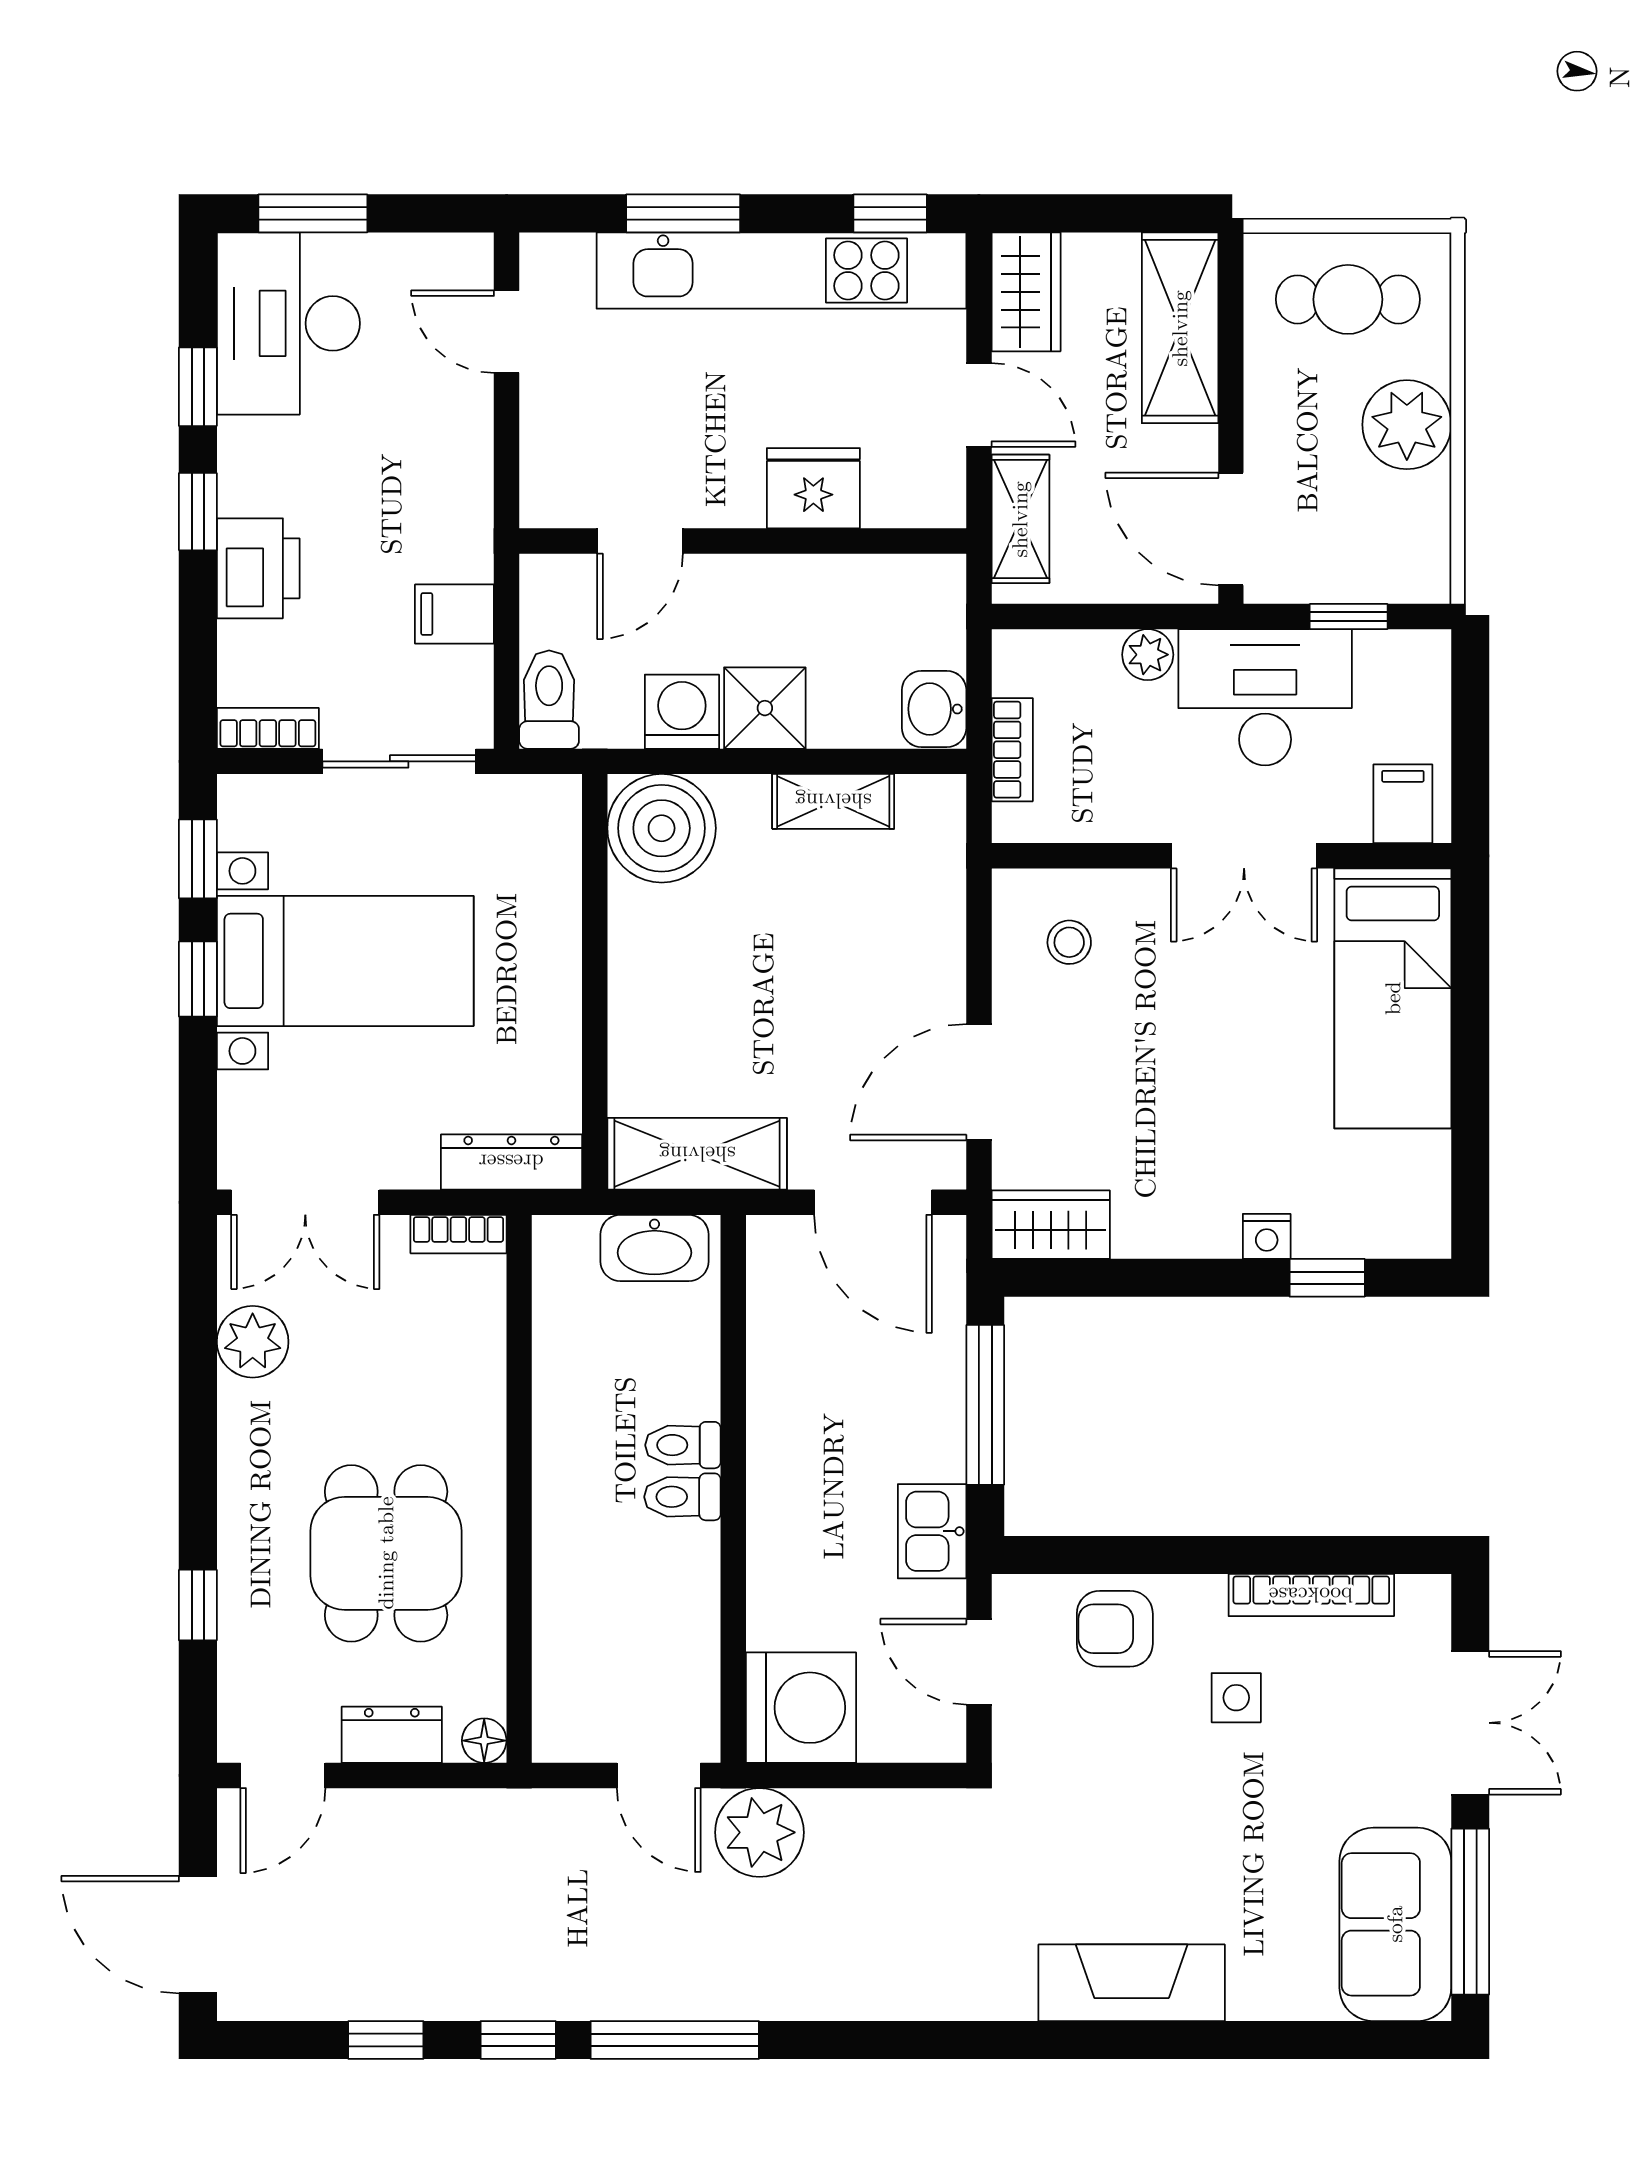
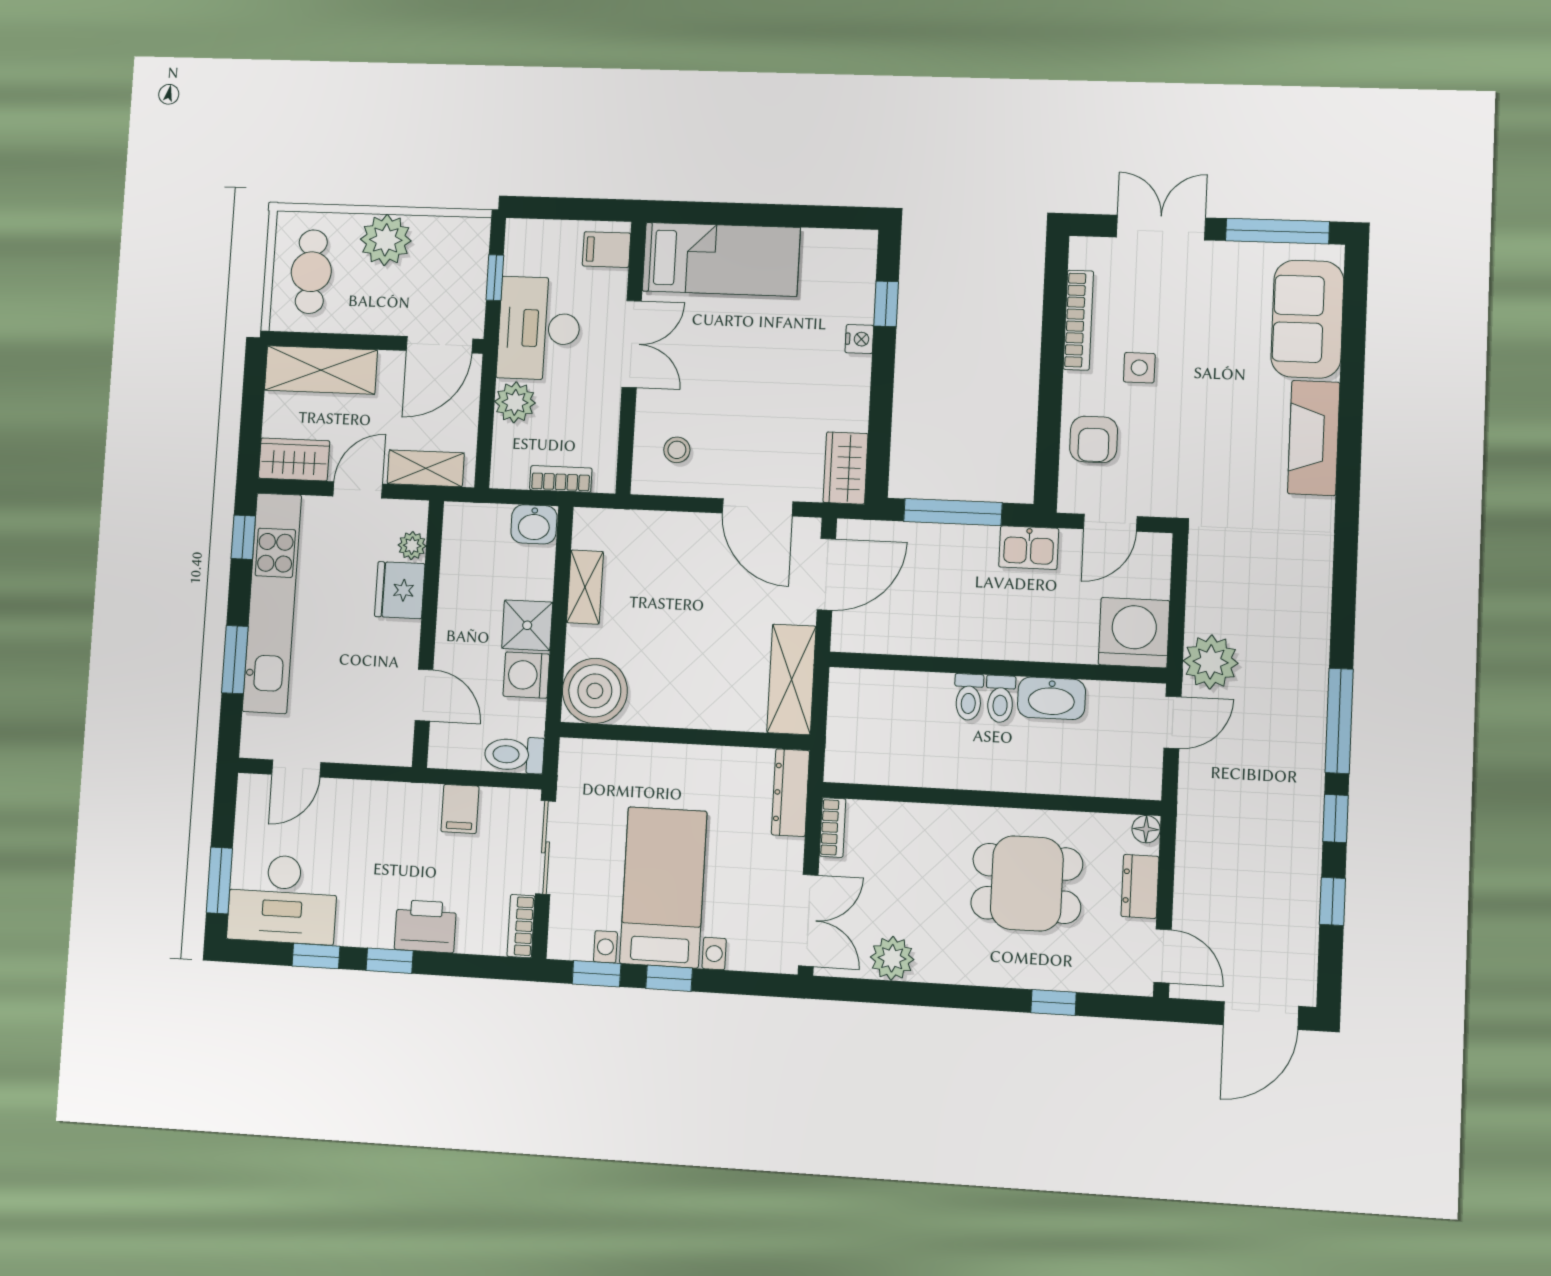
plant: (889, 504) -> (412, 546), added
plant: (1148, 655) -> (515, 402), width x1.38, depth x1.38
washbasin: (654, 1248) -> (1051, 698), moved, turned 90
sofa: (1395, 1924) -> (1307, 319), moved, turned 90

